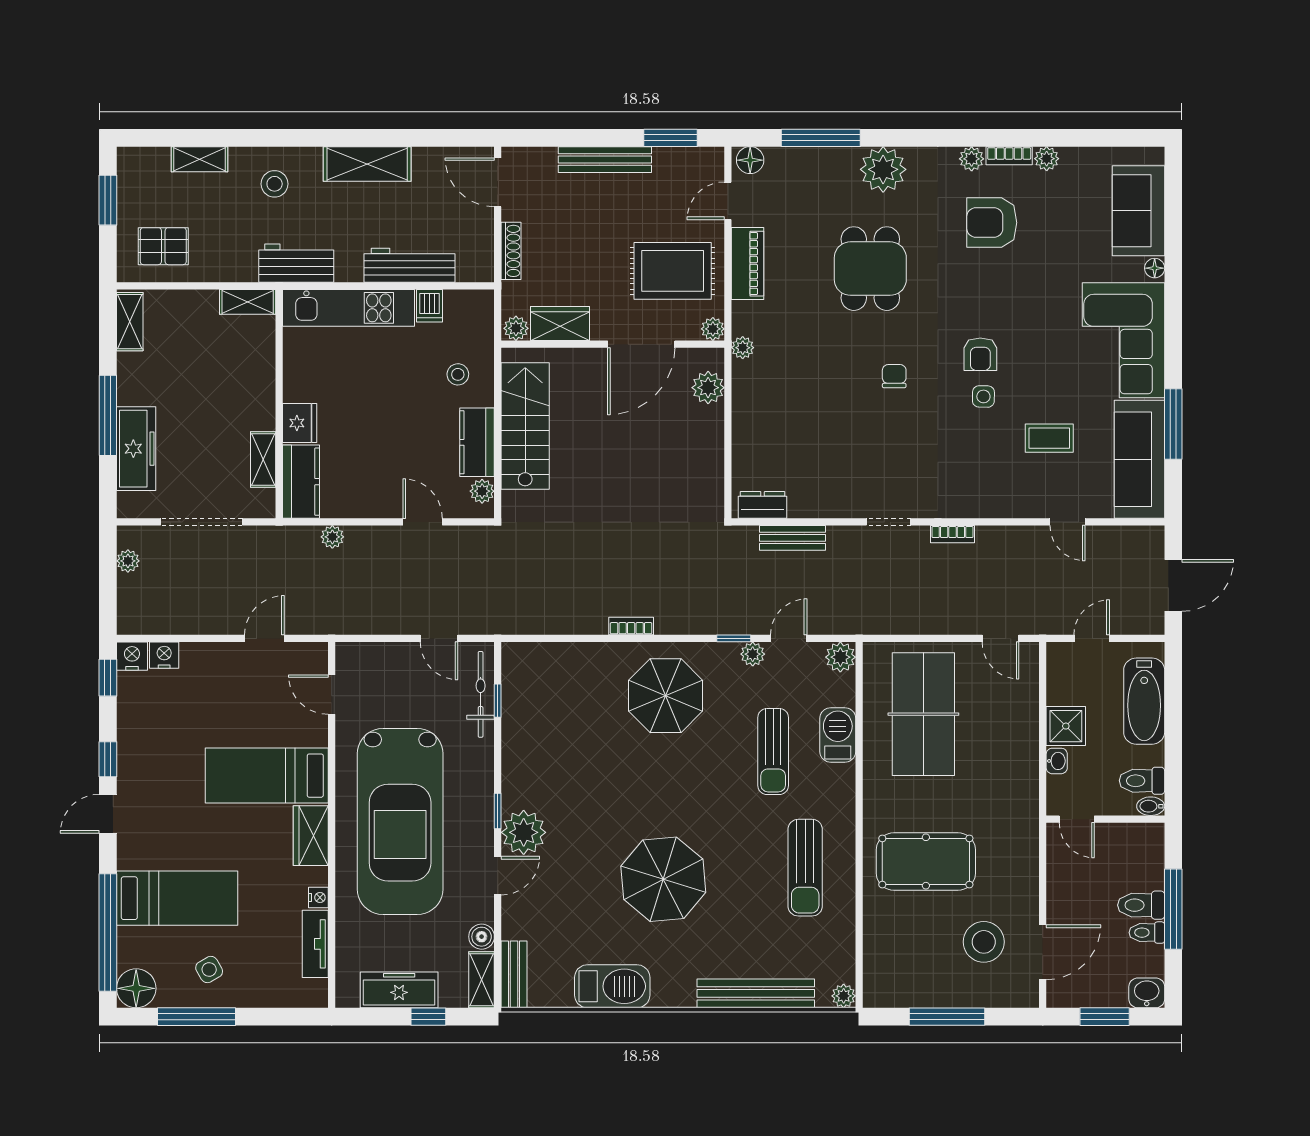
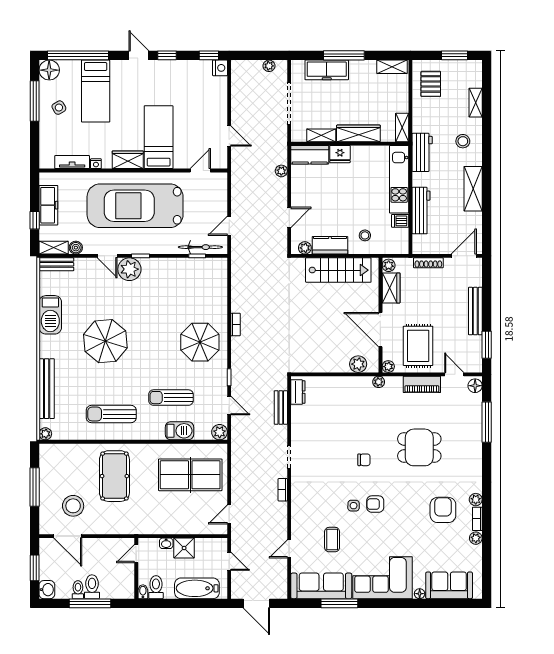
plant: (883, 169) -> (470, 454), removed
wardrobe: (259, 387) -> (358, 133), added
plant: (753, 654) -> (221, 387), removed
nightstand: (164, 655) -> (221, 84), removed

